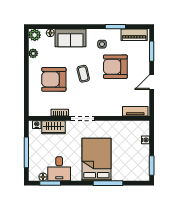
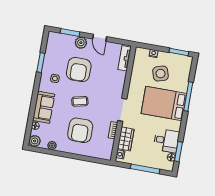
piano: (134, 35) -> (52, 46), removed
plant: (143, 64) -> (81, 43), added
side table: (126, 151) -> (161, 74), added

